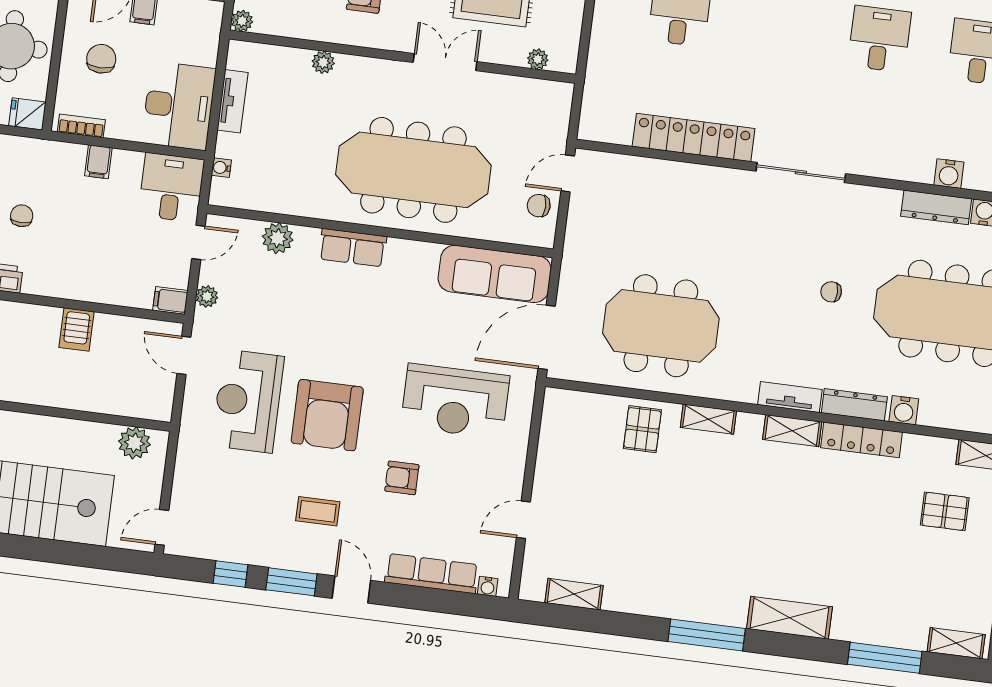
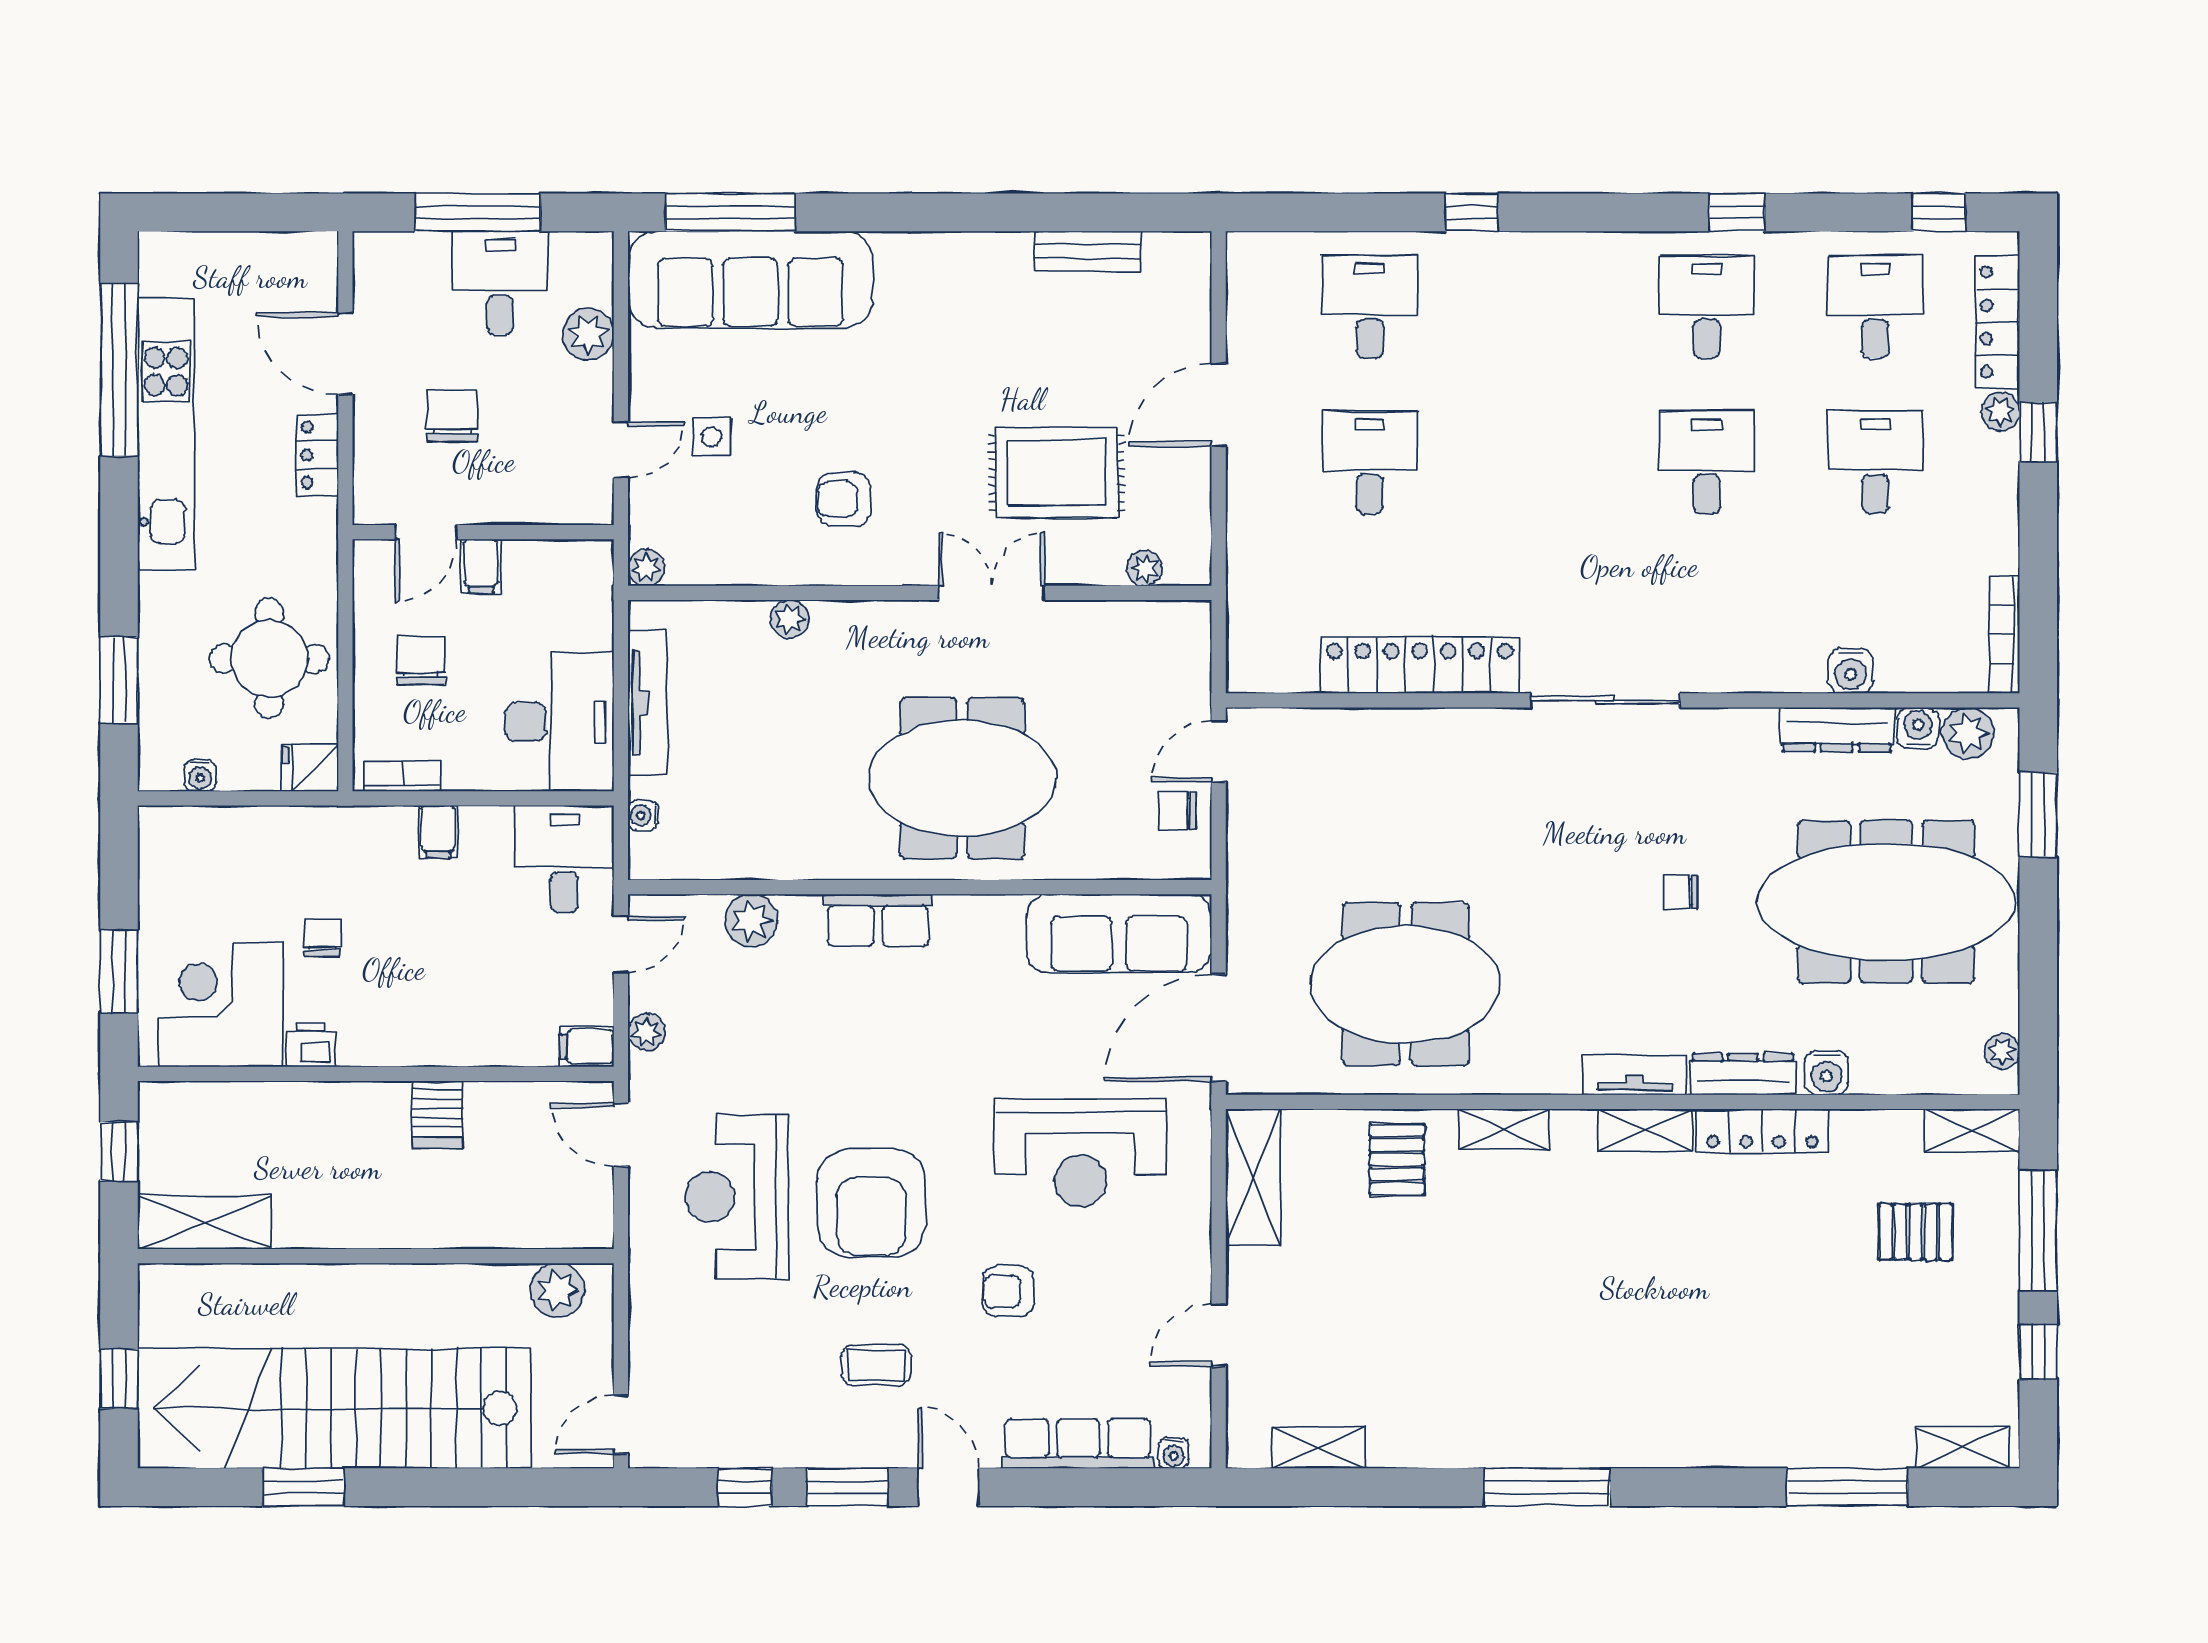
tv unit: (233, 101) -> (648, 703), width x1.41
meeting table: (413, 170) -> (962, 778), width x0.73
shelving: (790, 618) -> (1253, 1178), moved, turned 90

